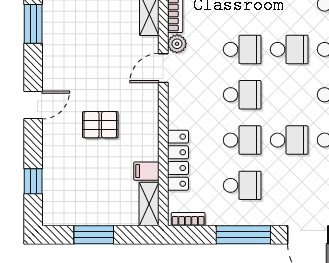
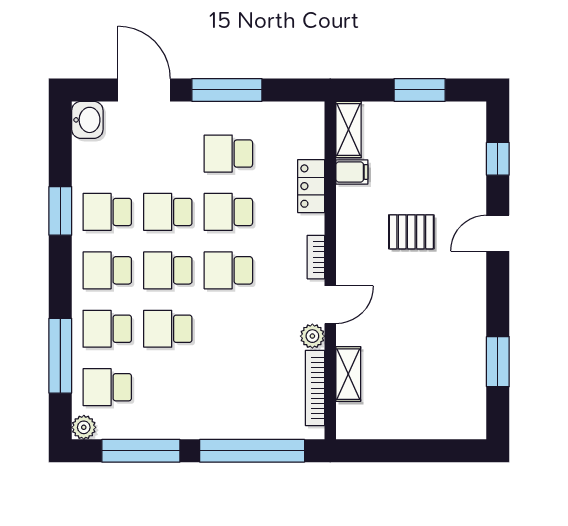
school desk: (242, 49) -> (168, 270), moved
door: (33, 105) -> (498, 233), moved
locker: (178, 160) -> (311, 186), width x0.66
bookcase: (188, 219) -> (316, 257), moved, turned 90

